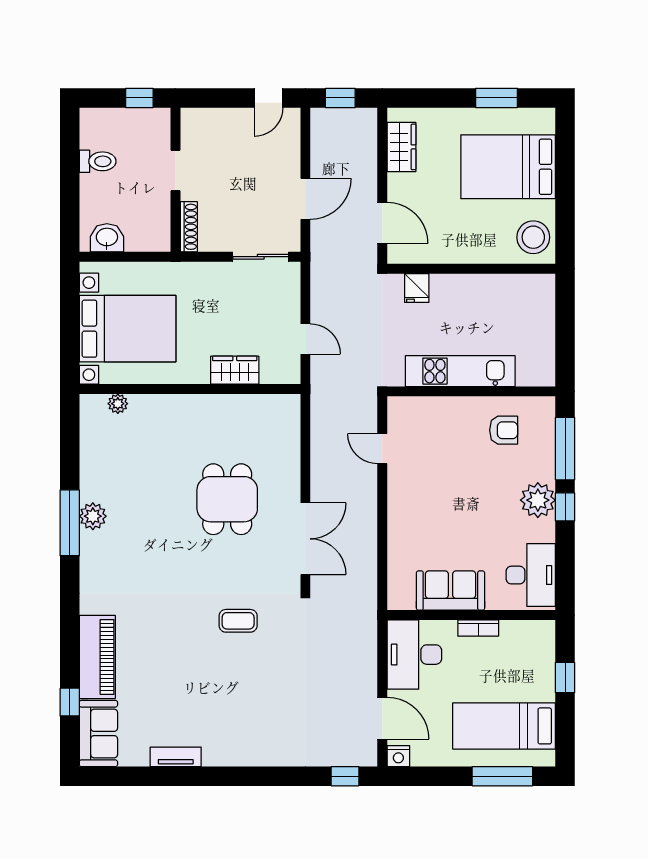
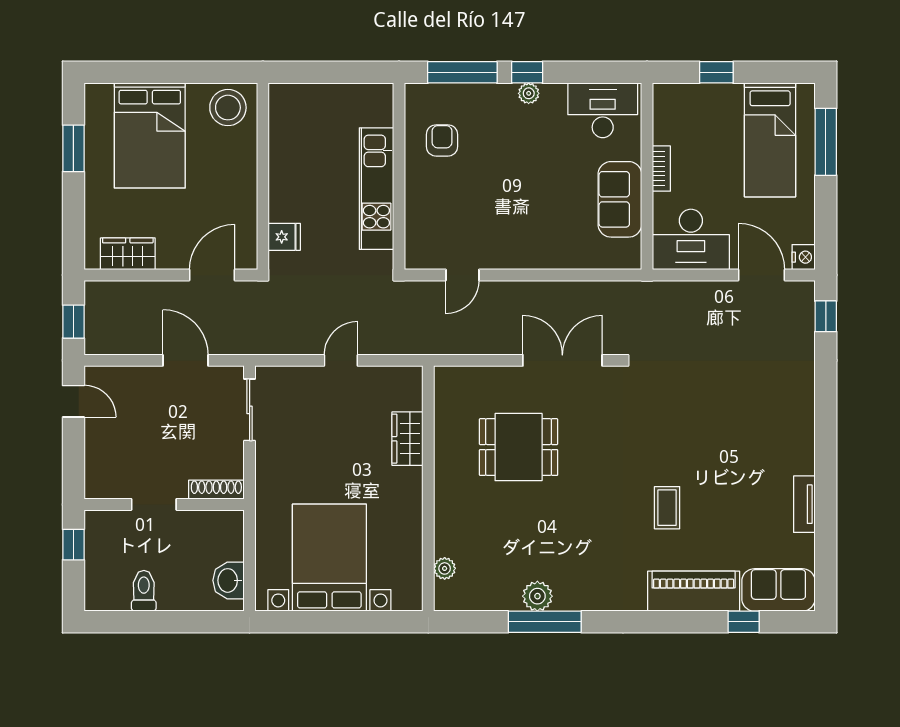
wardrobe: (235, 370) -> (407, 439), moved
wall: (190, 389) -> (428, 488), moved
plant: (118, 404) -> (445, 568), moved
plant: (538, 500) -> (529, 93), width x0.53, depth x0.53
coffee table: (238, 621) -> (667, 508), moved
door: (382, 718) -> (762, 275), hinge flipped

